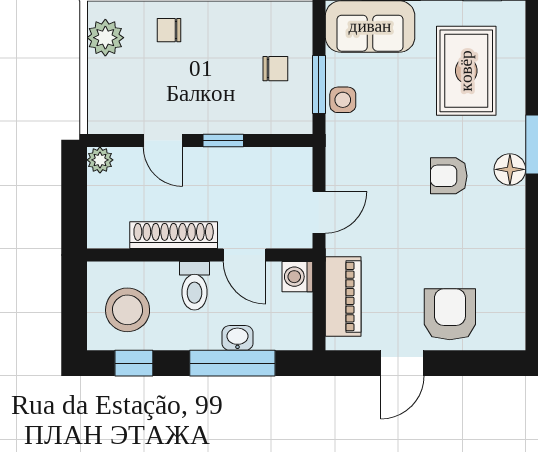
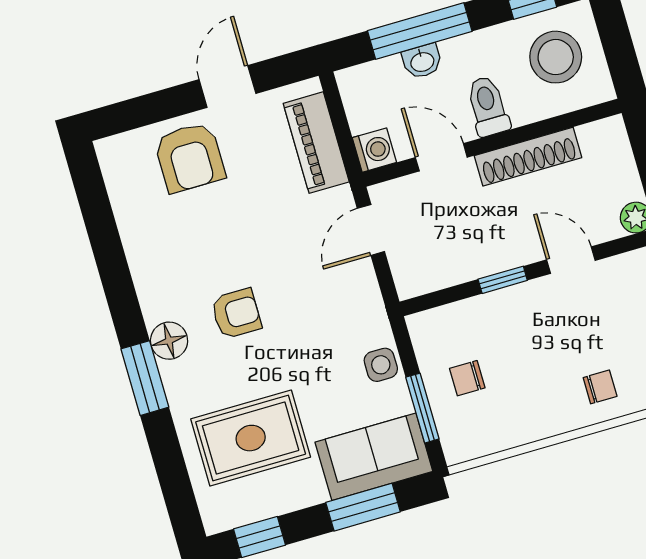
rug: (466, 71) -> (251, 438), turned 90
window: (319, 85) -> (422, 408), moved

